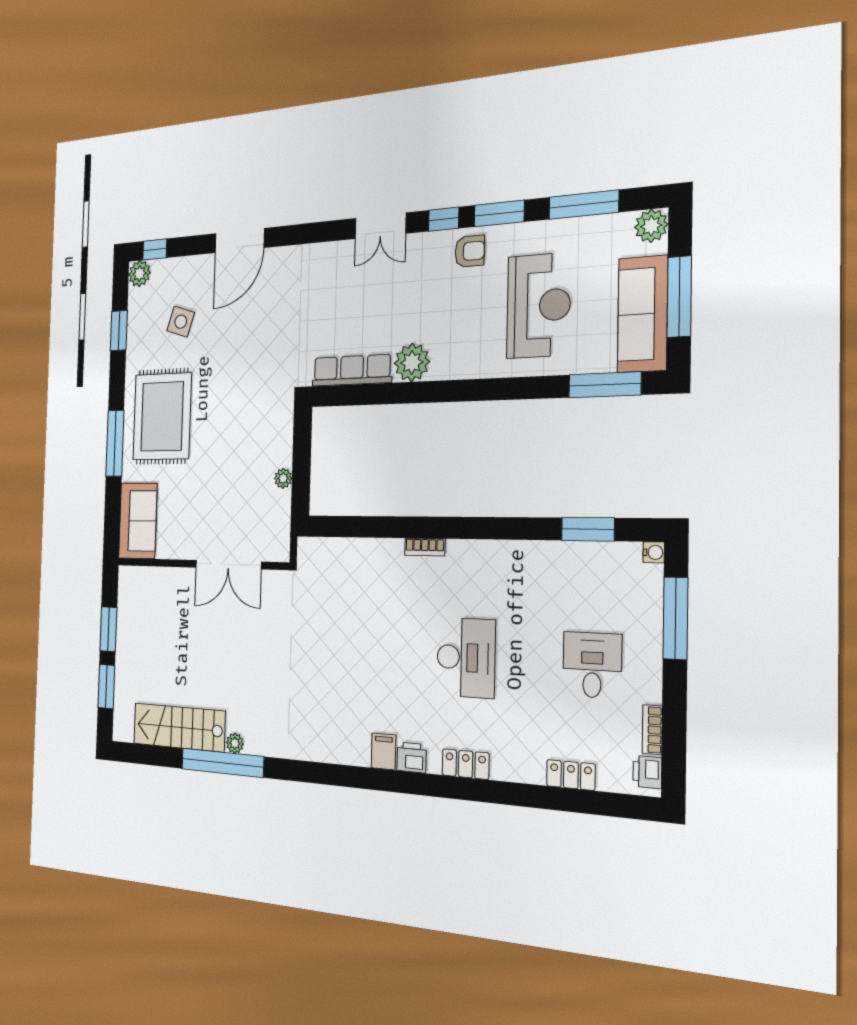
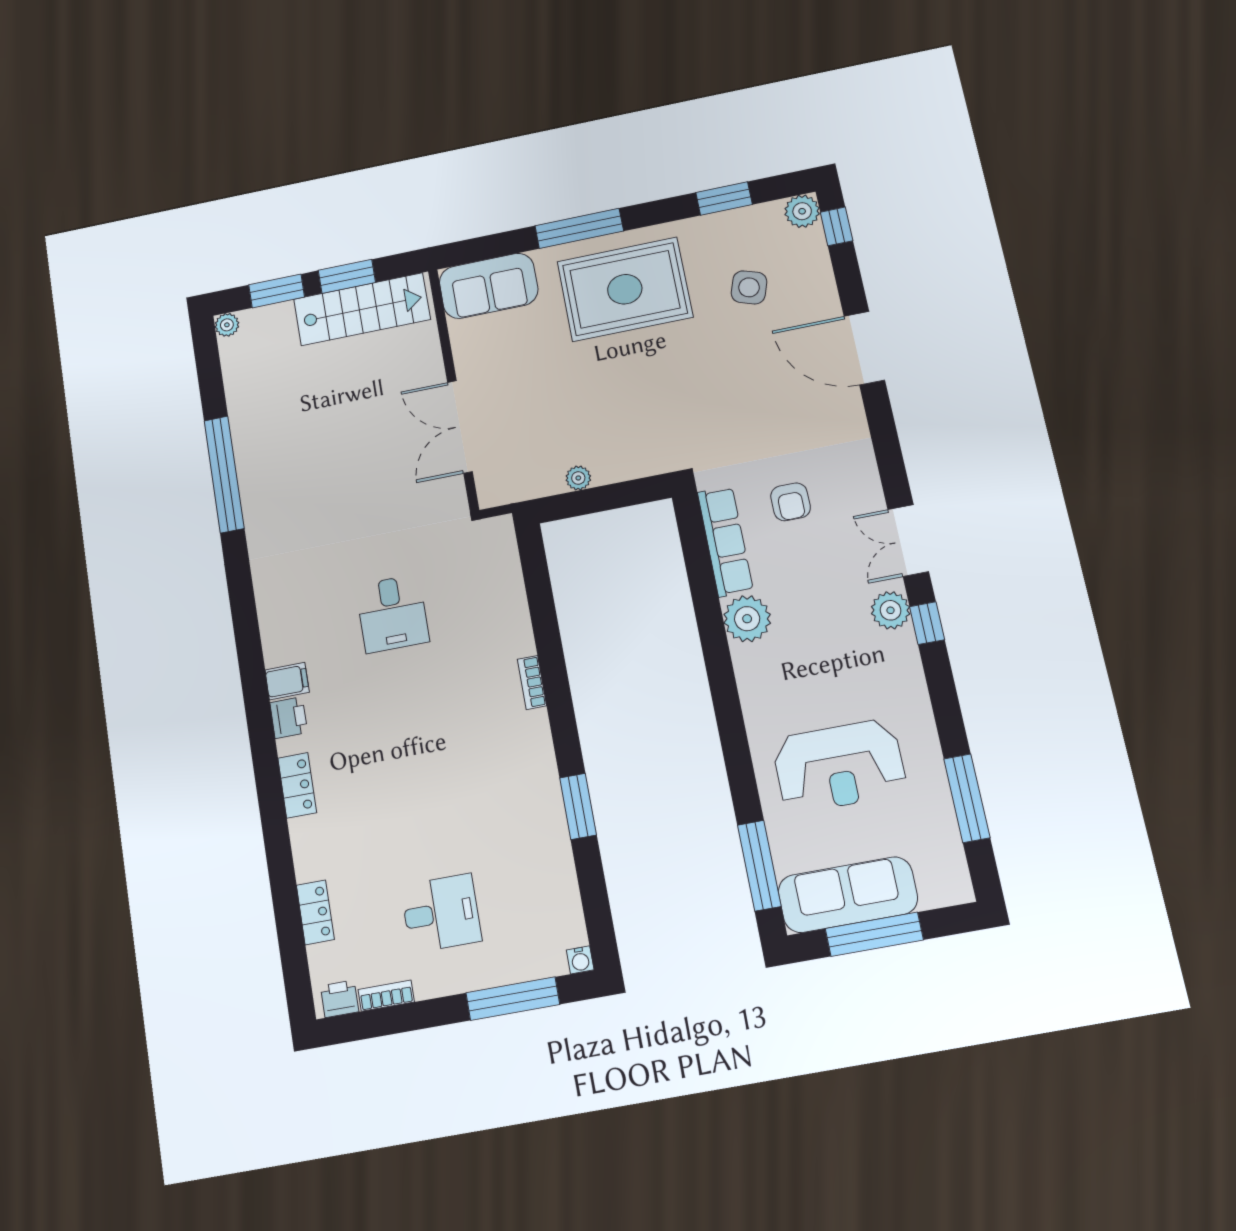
window: (499, 213) -> (943, 694), removed
plant: (651, 226) -> (890, 610), moved
armchair: (470, 251) -> (791, 502), moved
window: (588, 529) -> (578, 806), moved
desk: (466, 658) -> (392, 614), moved, width x0.73
stairs: (179, 727) -> (362, 309), moved, turned 90
plant: (235, 743) -> (227, 325), moved

